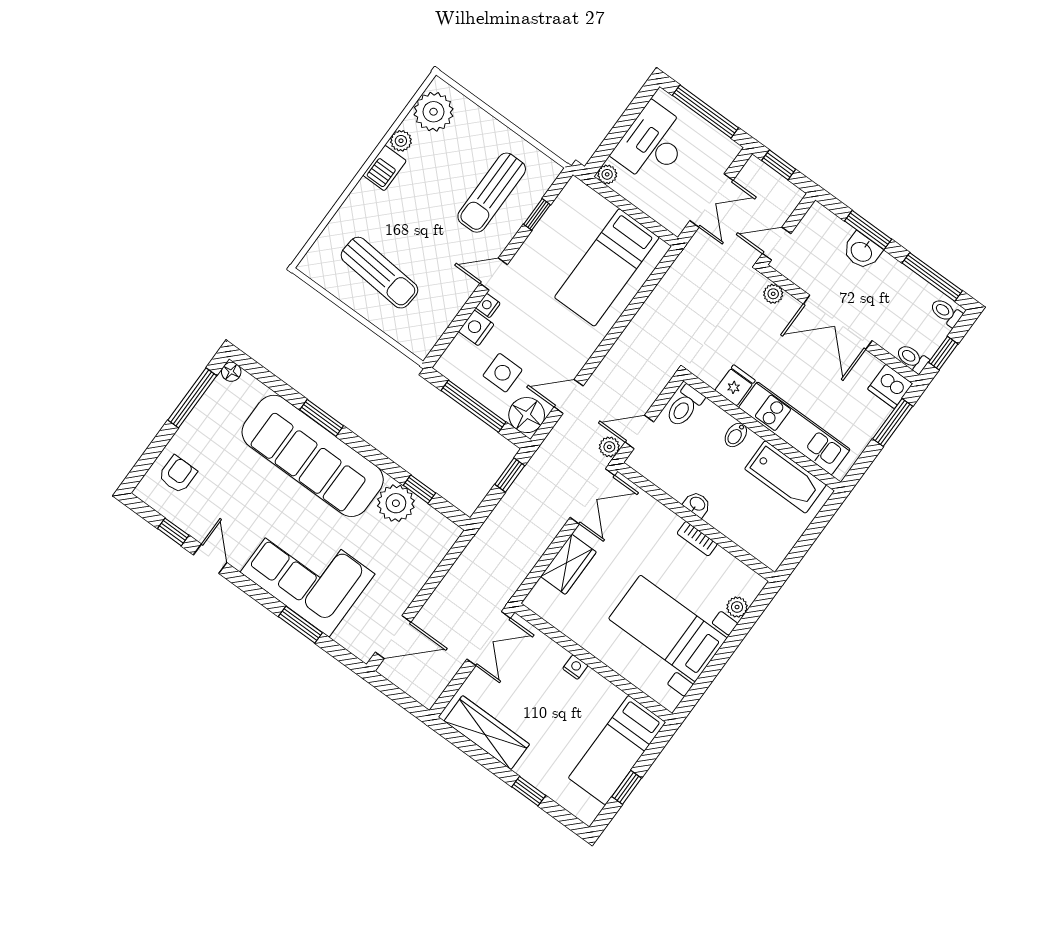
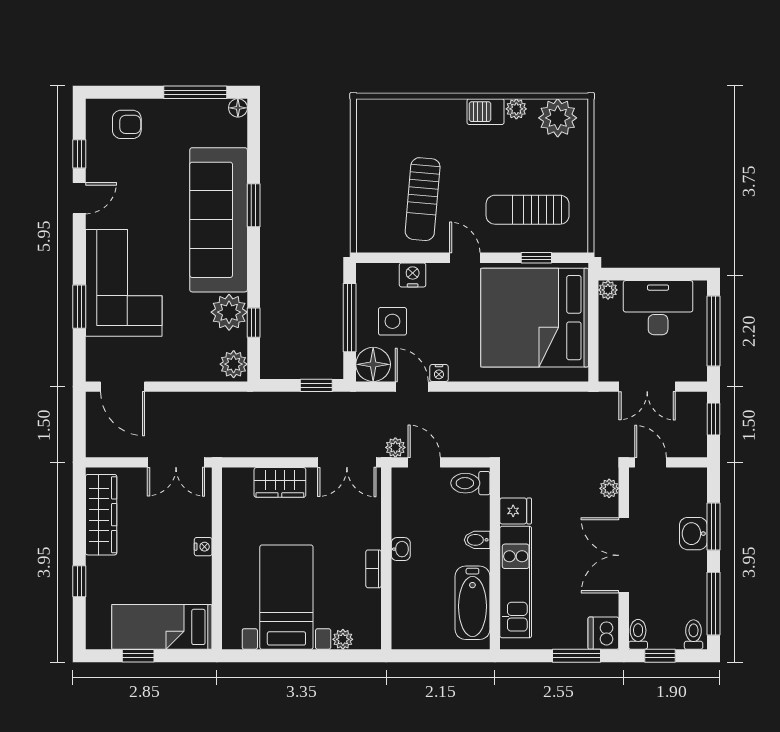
bed: (607, 267) -> (535, 318), width x2.04
sun lounger: (379, 273) -> (423, 199), moved
nightstand: (488, 306) -> (439, 373), moved, turned 180
plant: (442, 531) -> (234, 364), added

